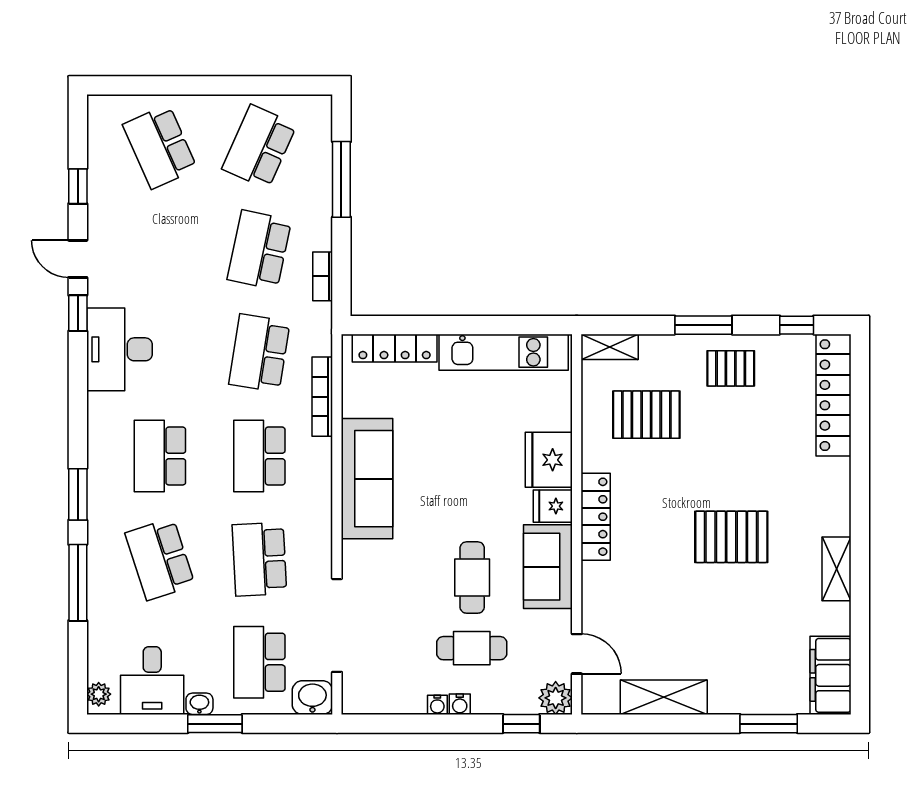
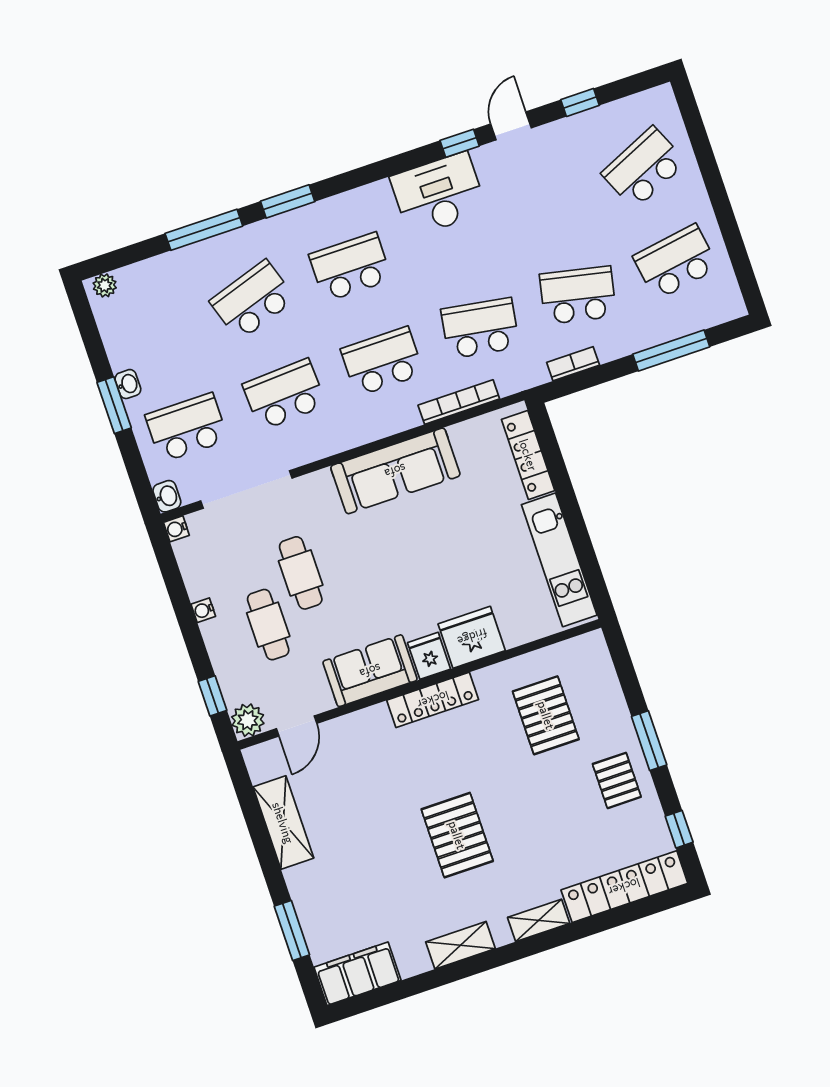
school desk: (259, 147) -> (676, 262), turned -33
shelving: (610, 347) -> (539, 920), moved, turned 90
cafe table: (472, 578) -> (301, 573), moved, turned 90
desk: (152, 681) -> (135, 332), removed
washbasin: (312, 698) -> (167, 496), width x0.72, depth x0.69
water cooler: (460, 704) -> (176, 529), moved

